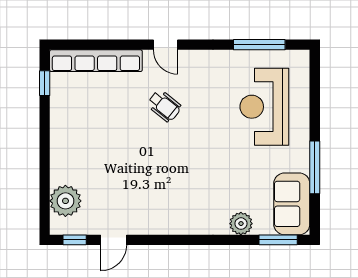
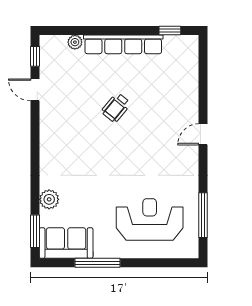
row of seats: (96, 61) -> (123, 44), moved, turned -90
wheelchair: (164, 106) -> (116, 108), moved
plant: (65, 201) -> (75, 42), width x0.53, depth x0.53

